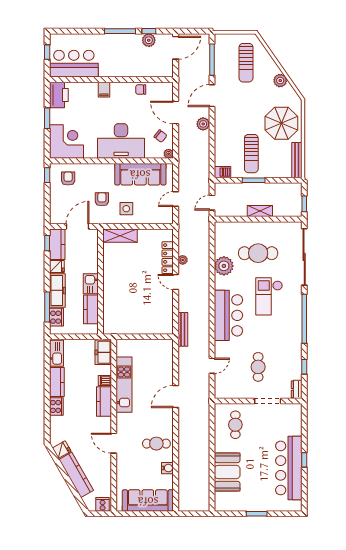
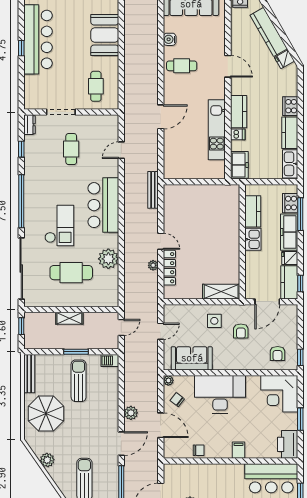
sofa: (140, 174) -> (192, 358), width x0.73

